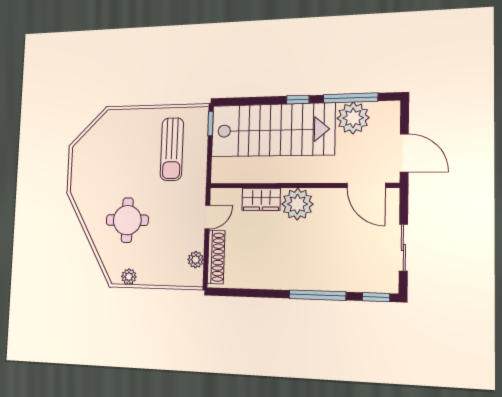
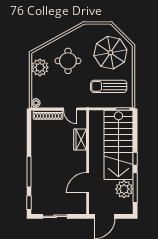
parasol: (117, 147) -> (110, 53), added
door: (366, 185) -> (88, 183), moved
plant: (297, 204) -> (78, 160), removed
plant: (196, 260) -> (36, 103), moved
plant: (129, 277) -> (40, 67), width x1.87, depth x1.87

